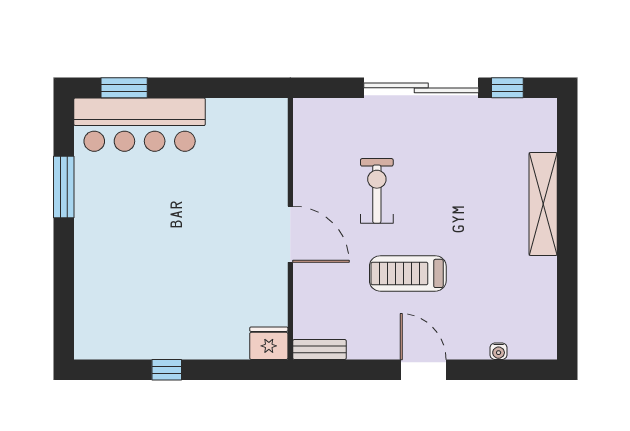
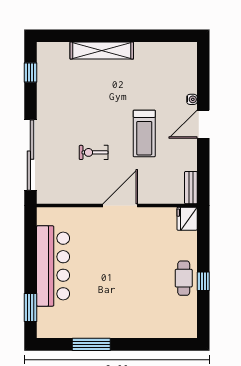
sliding door: (421, 88) -> (30, 155), moved
bar counter: (140, 125) -> (53, 266), moved
exercise bike: (377, 191) -> (94, 152), width x0.73, depth x0.72
cafe table: (172, 338) -> (184, 278), added
water cooler: (499, 351) -> (192, 99), moved

